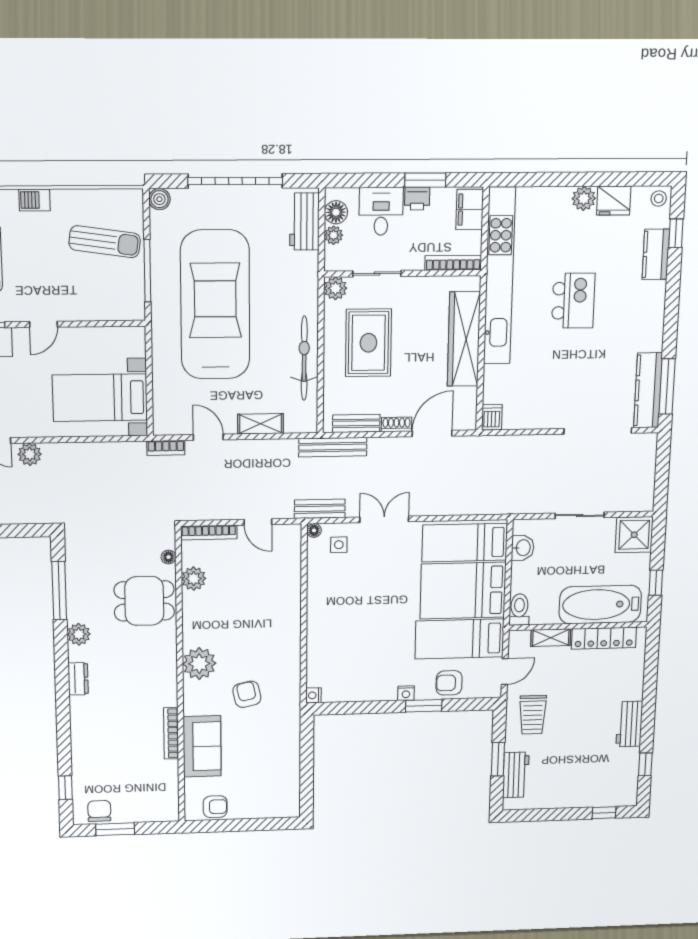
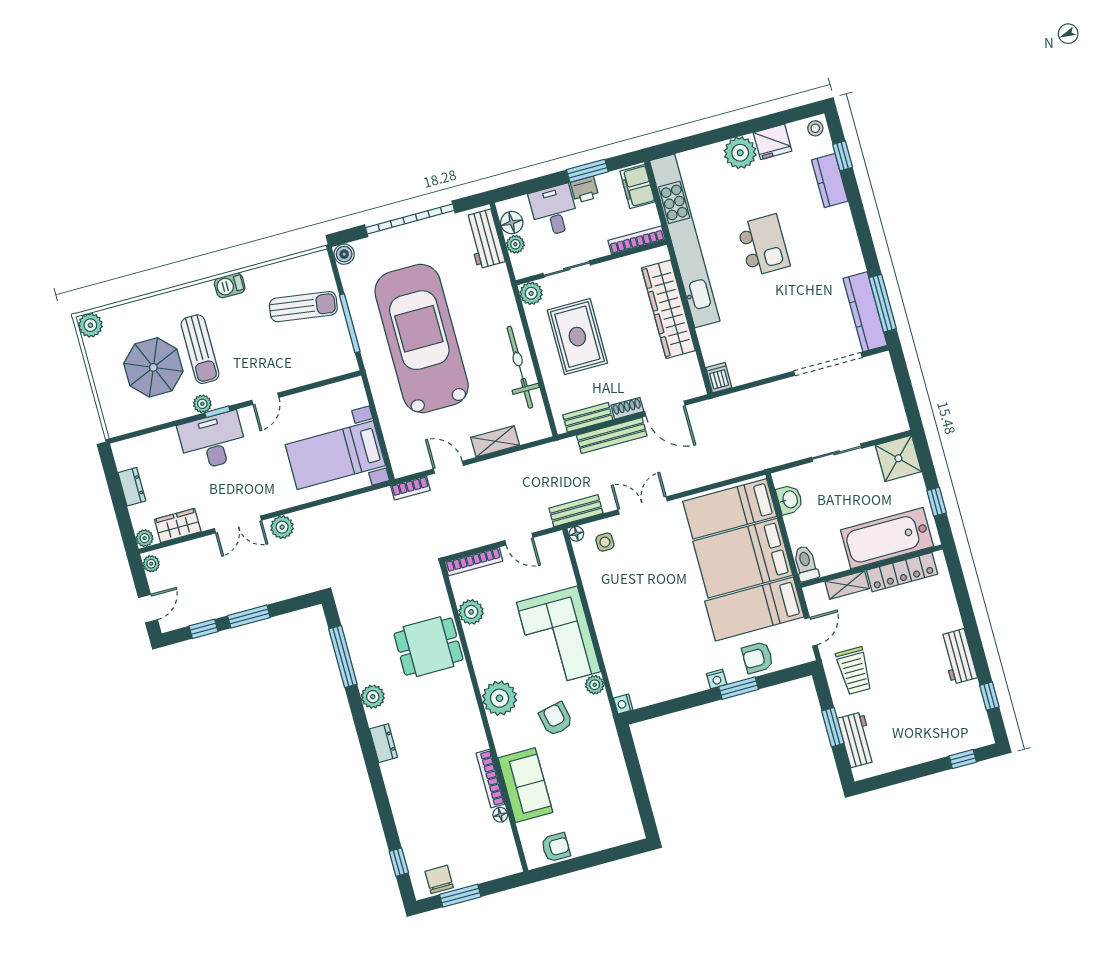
plant: (584, 198) -> (740, 153), width x1.36, depth x1.36
door: (432, 434) -> (665, 408), swing flipped
bench: (333, 447) -> (612, 436), moved
floor lamp: (168, 557) -> (500, 815), moved
corner sofa: (270, 621) -> (559, 637), added
plant: (292, 672) -> (595, 685), added

